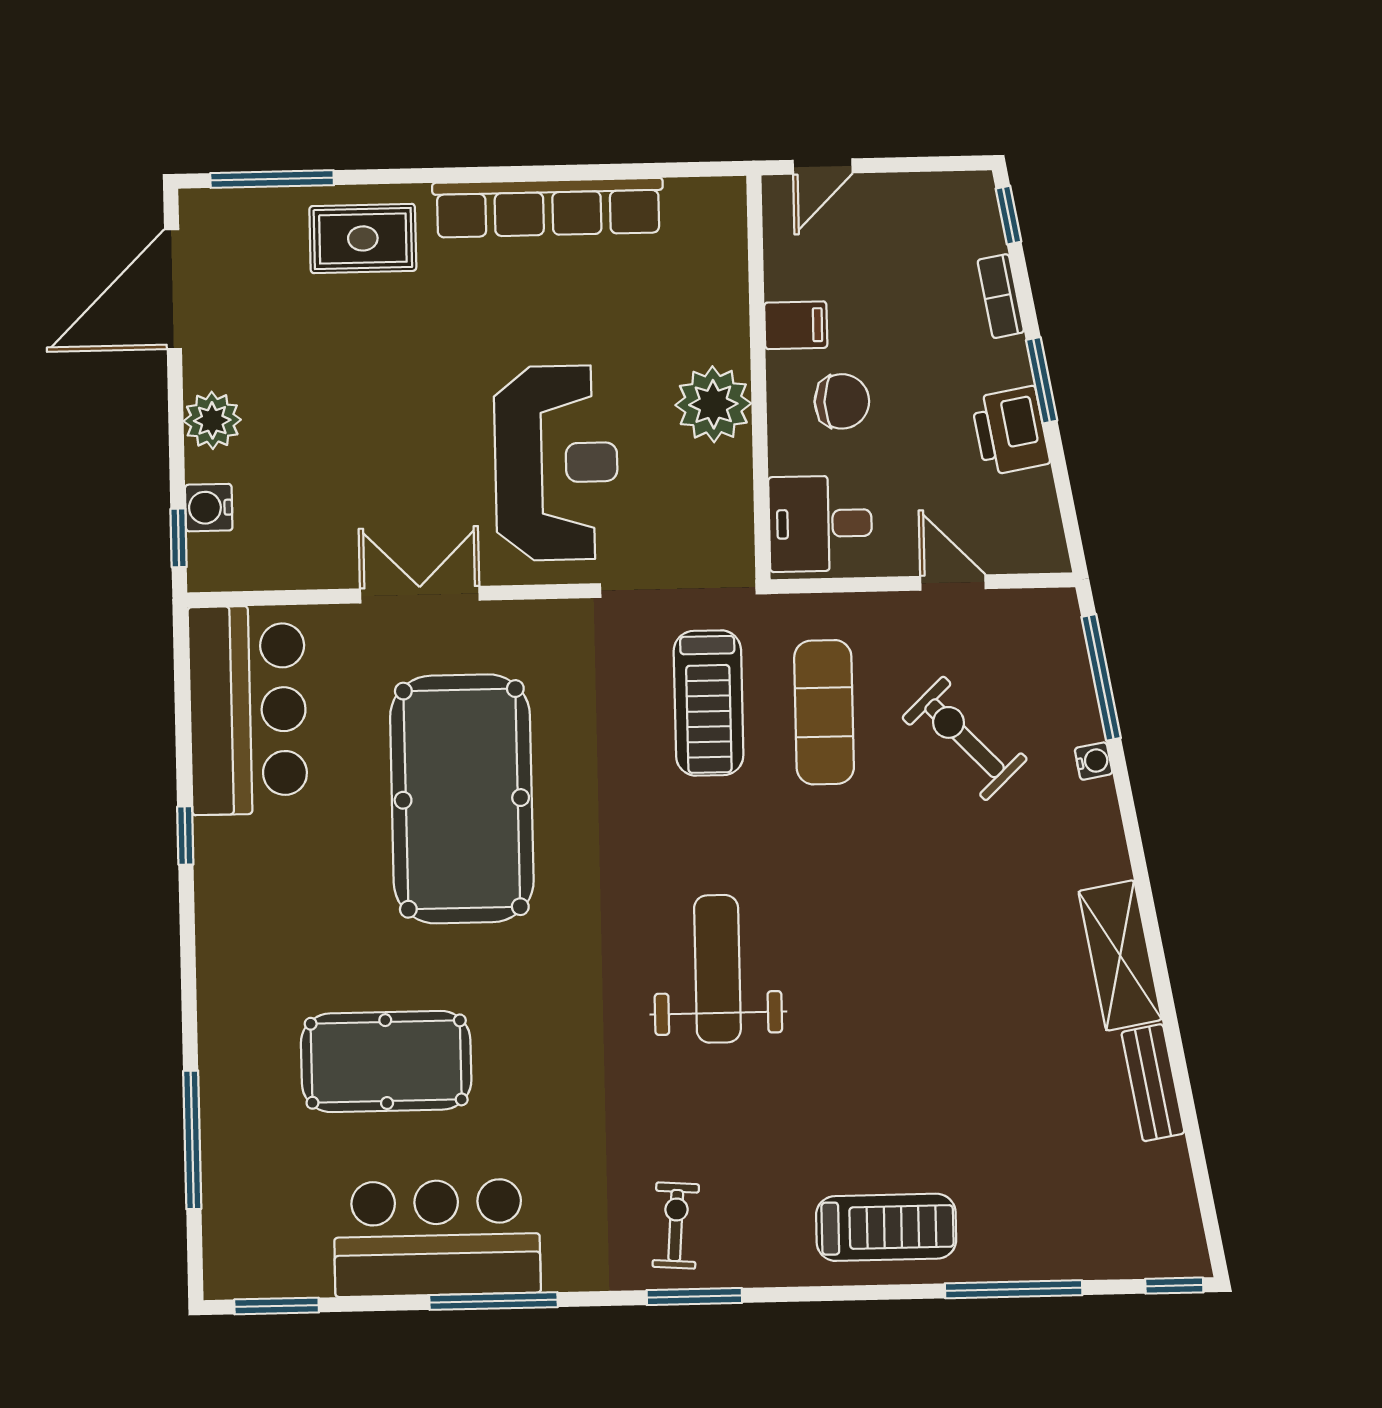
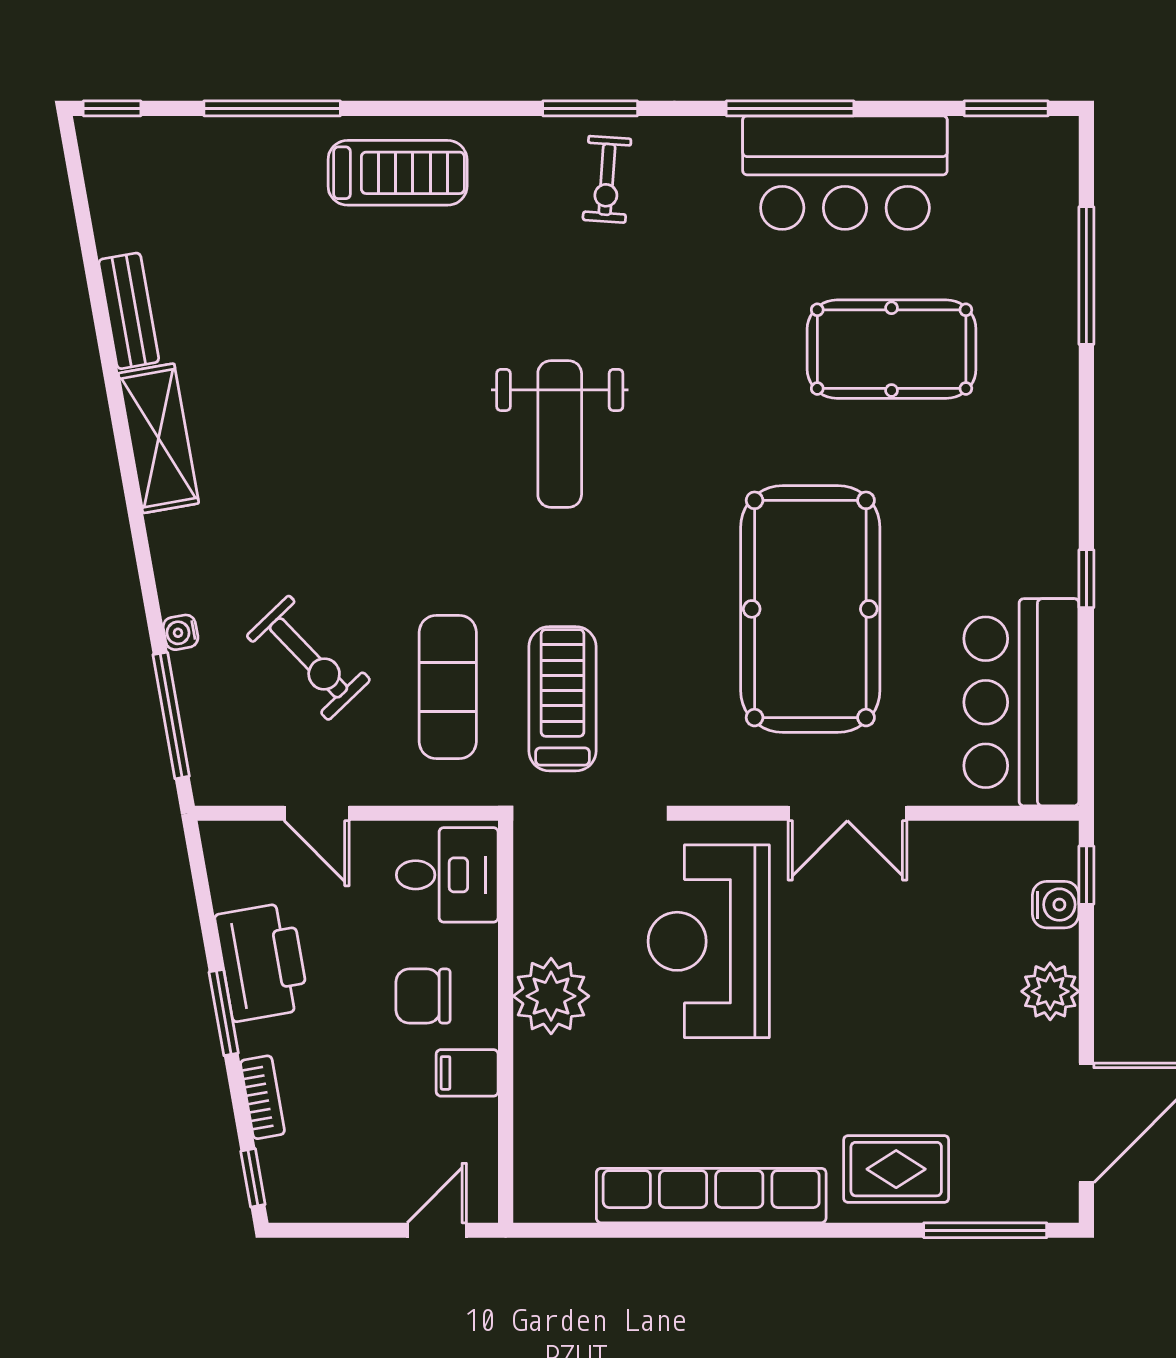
printer: (1010, 431) -> (262, 962), width x1.37, depth x1.19
treadmill: (886, 1227) -> (398, 173), turned 180

